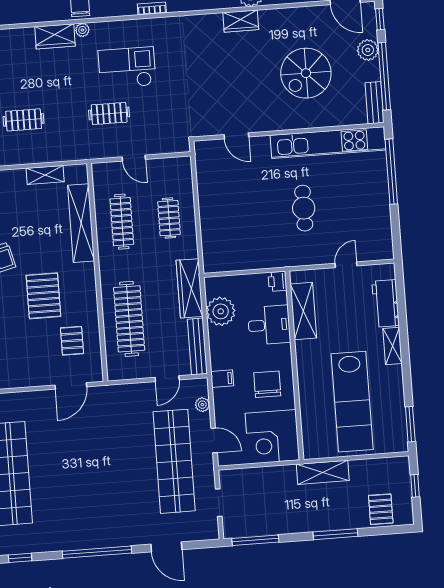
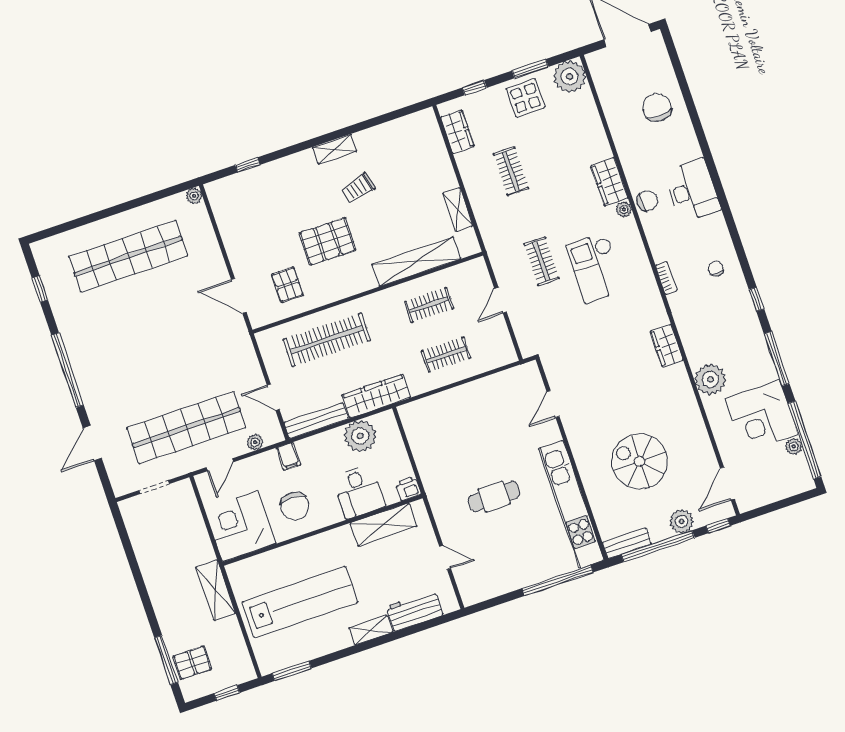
wardrobe: (241, 21) -> (667, 346), moved
checkout: (127, 68) -> (596, 268), turned 180
clothes rail: (122, 222) -> (429, 305), width x0.73
pallet: (72, 341) -> (287, 285), turned 90
chair: (267, 384) -> (295, 506), turned 90
lab bench: (352, 402) -> (300, 602), turned 180
window: (335, 534) -> (166, 660), moved
window: (255, 540) -> (124, 537), removed

